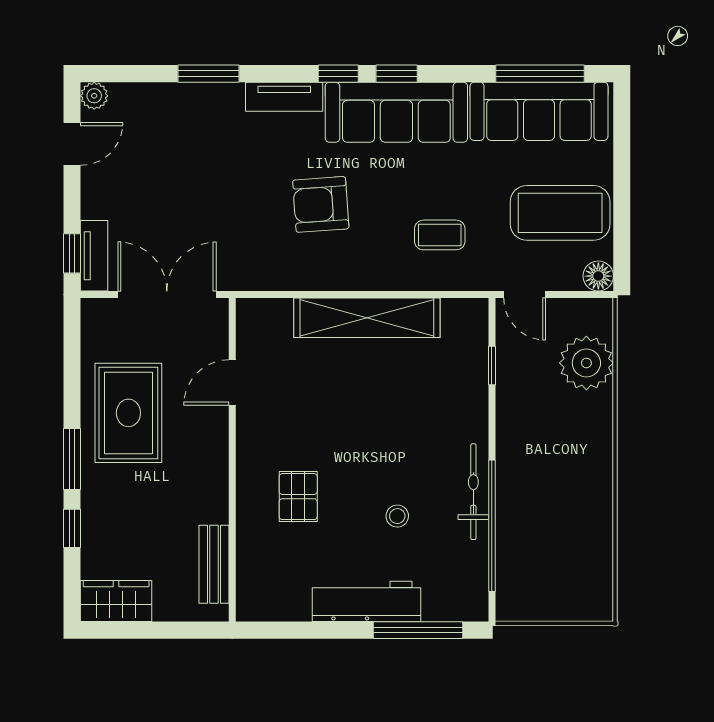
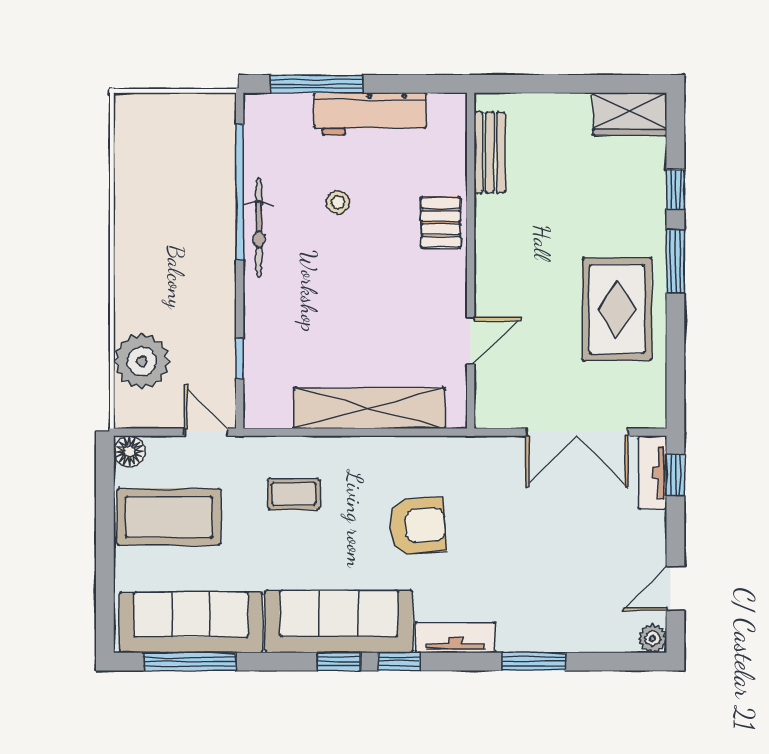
door: (232, 383) -> (471, 341), moved
wall: (232, 460) -> (471, 261), moved
bench: (214, 564) -> (490, 152), moved

